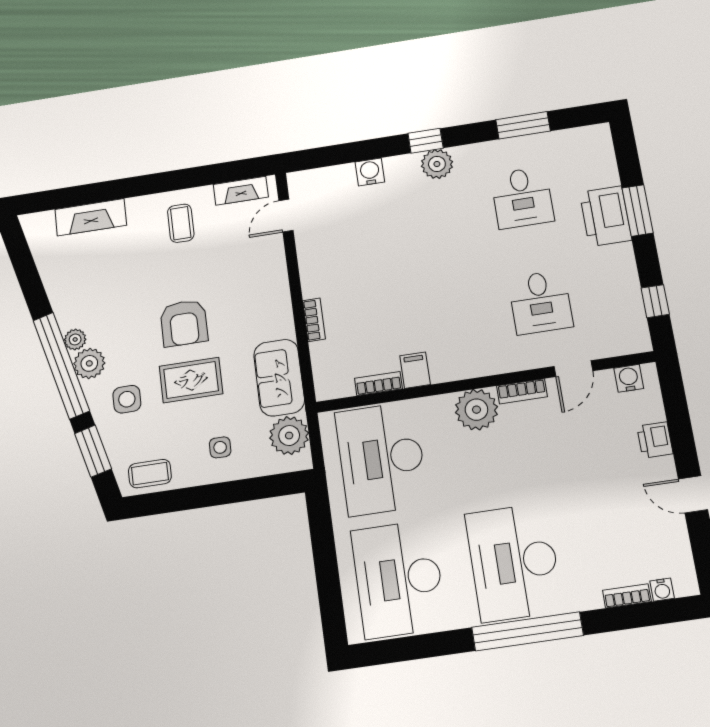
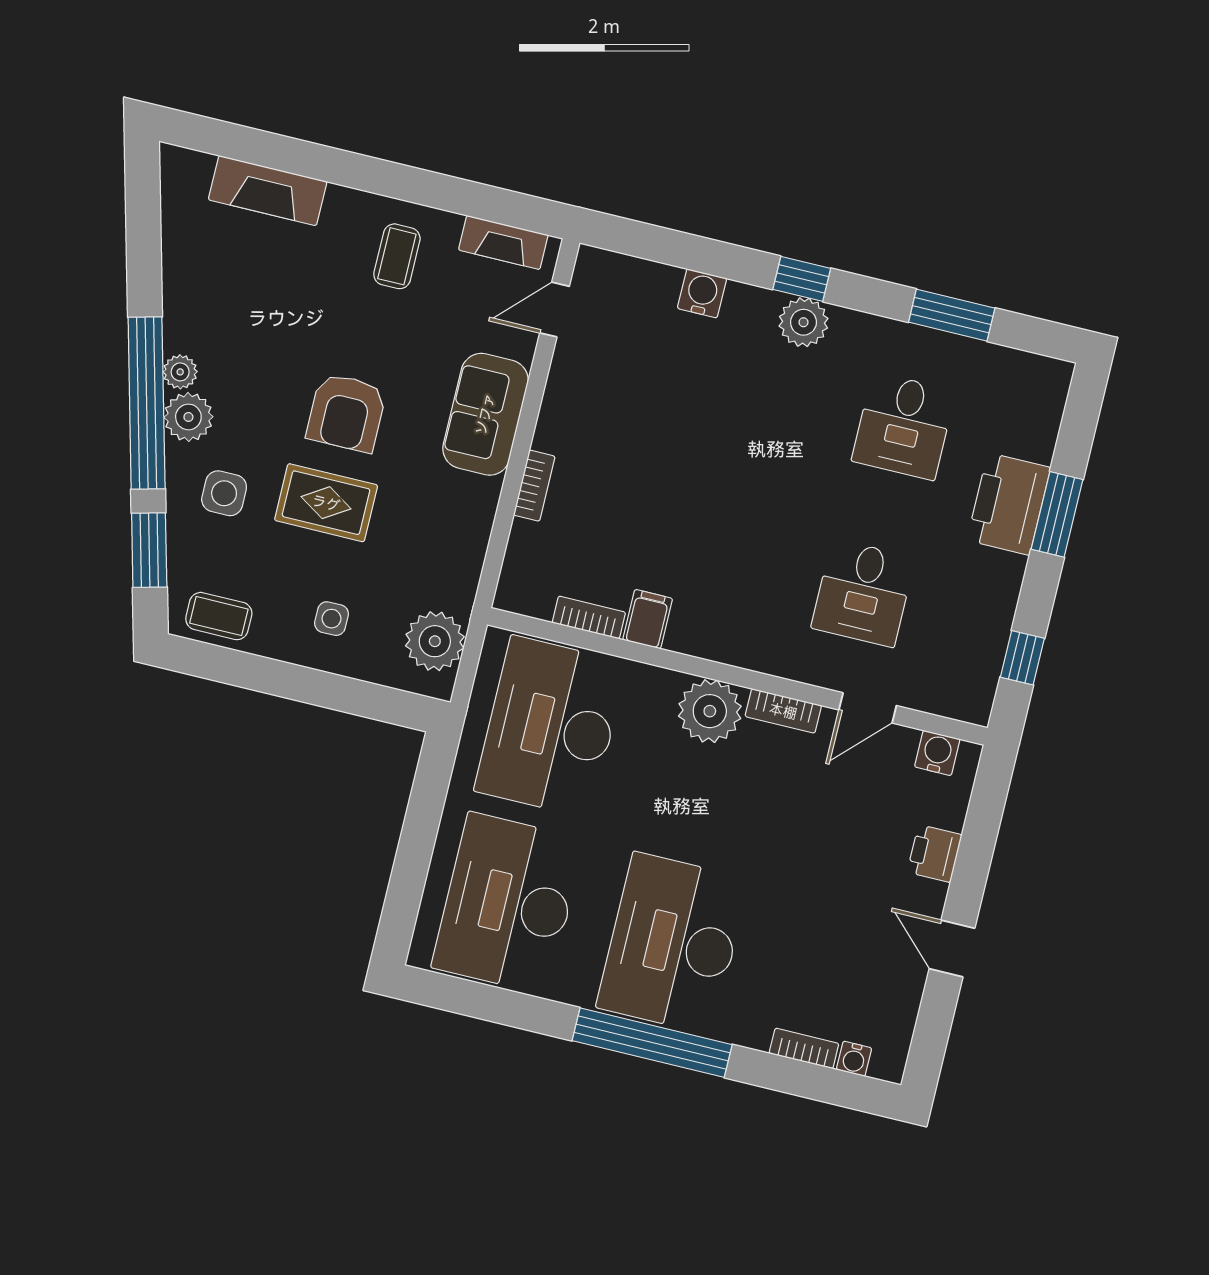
sofa: (279, 378) -> (485, 414), moved

